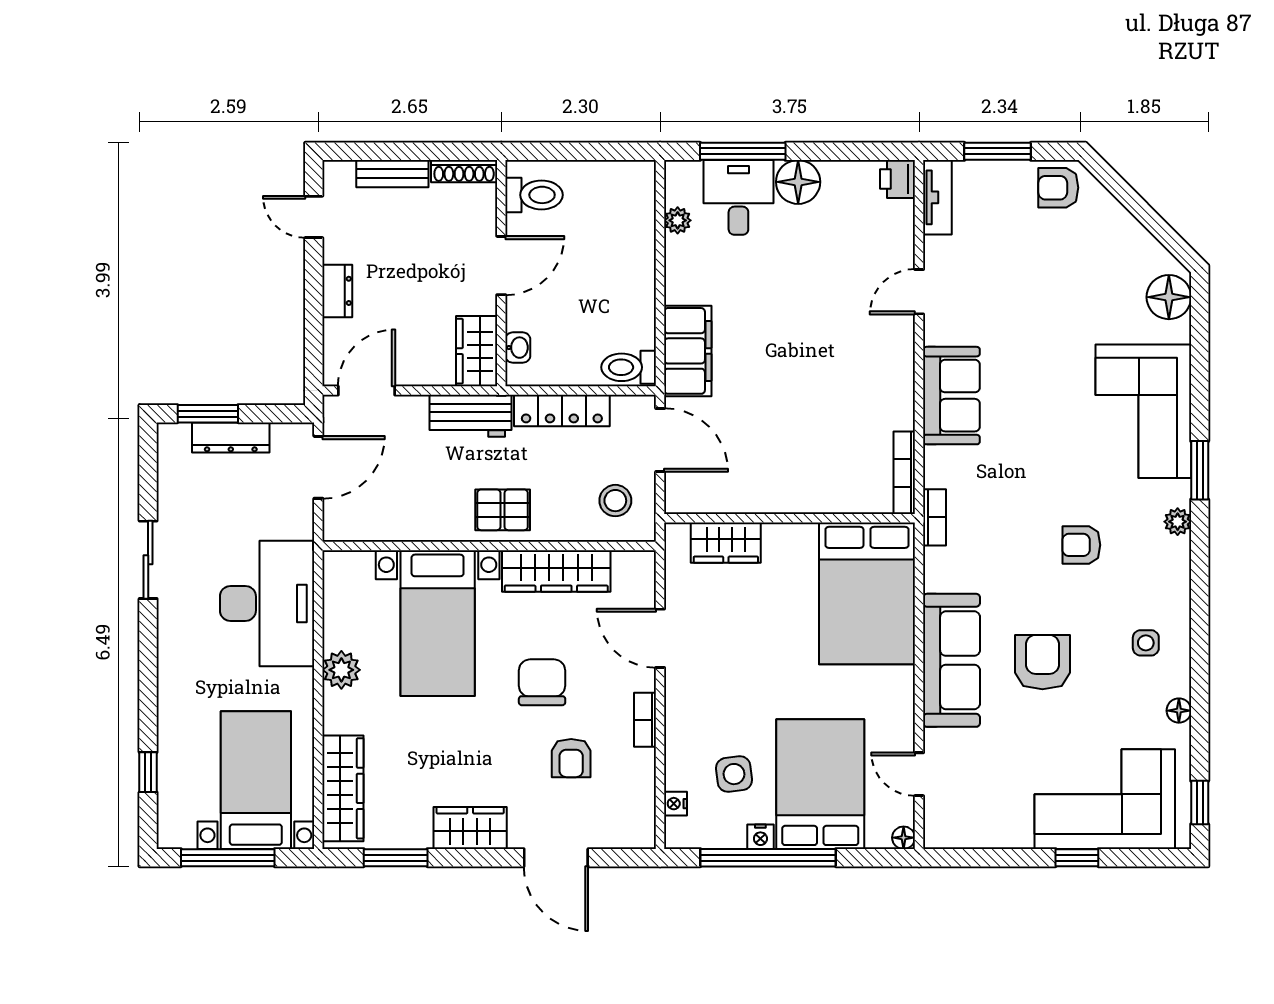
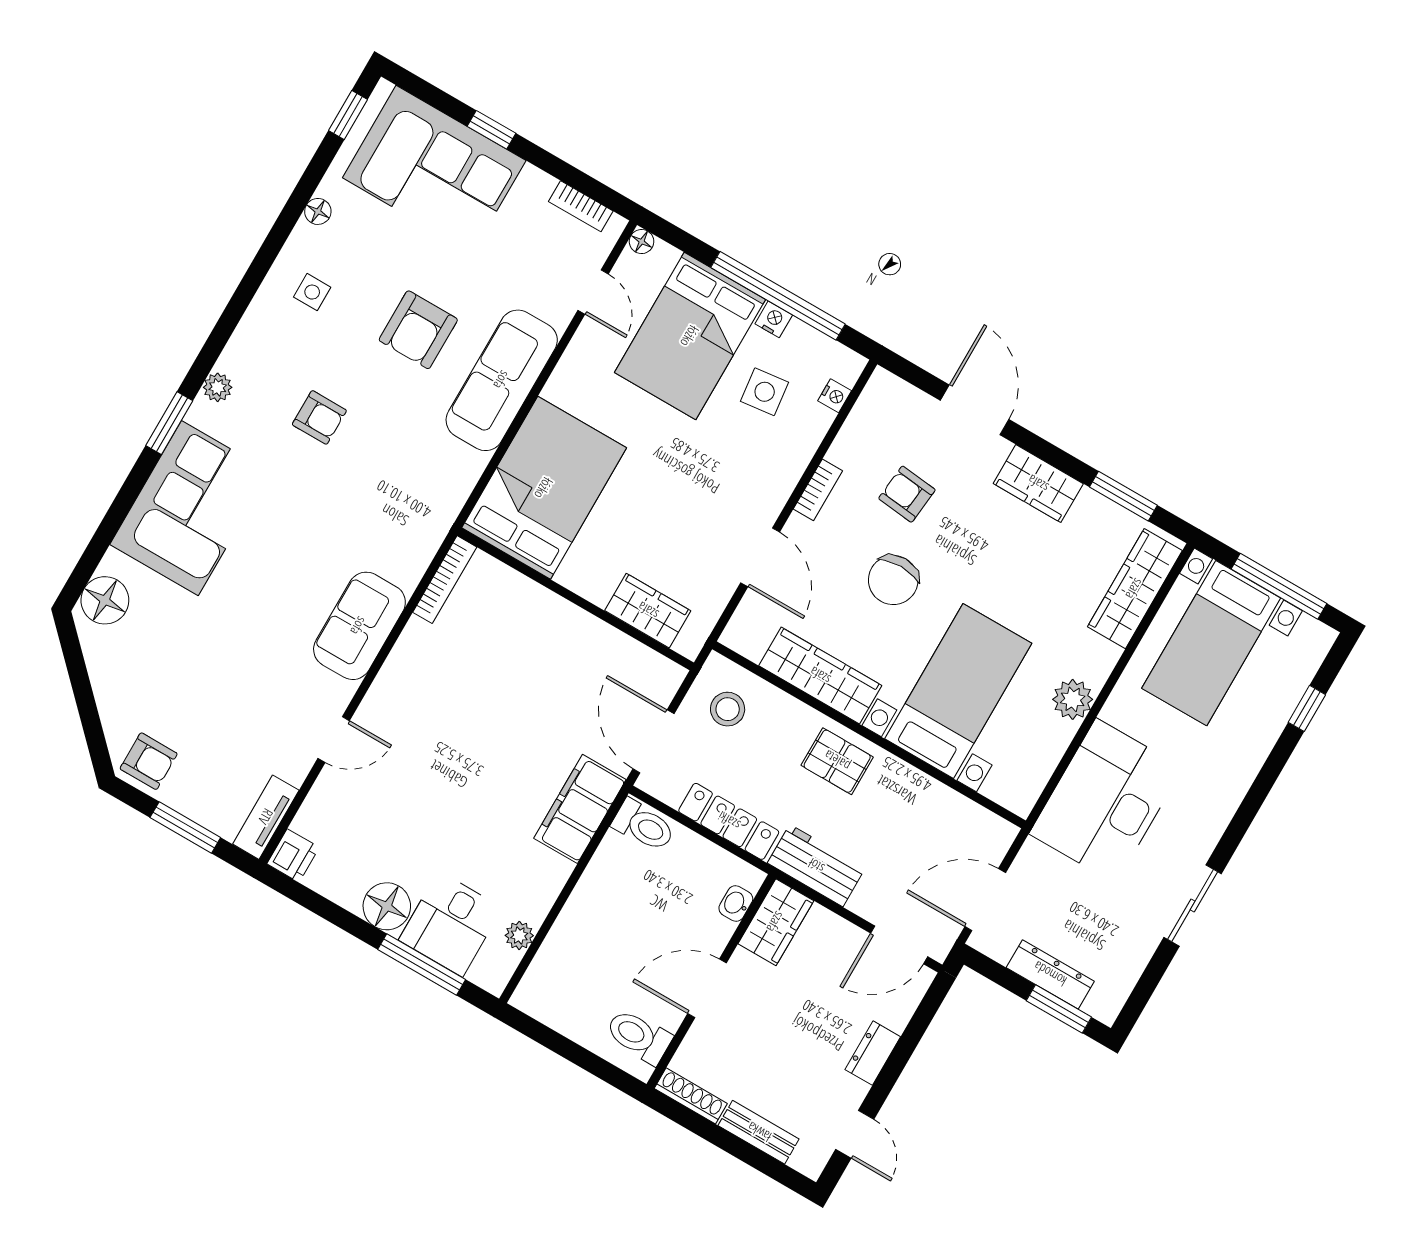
bookcase: (934, 517) -> (581, 206), moved, turned -90
armchair: (571, 758) -> (907, 494), turned -84

